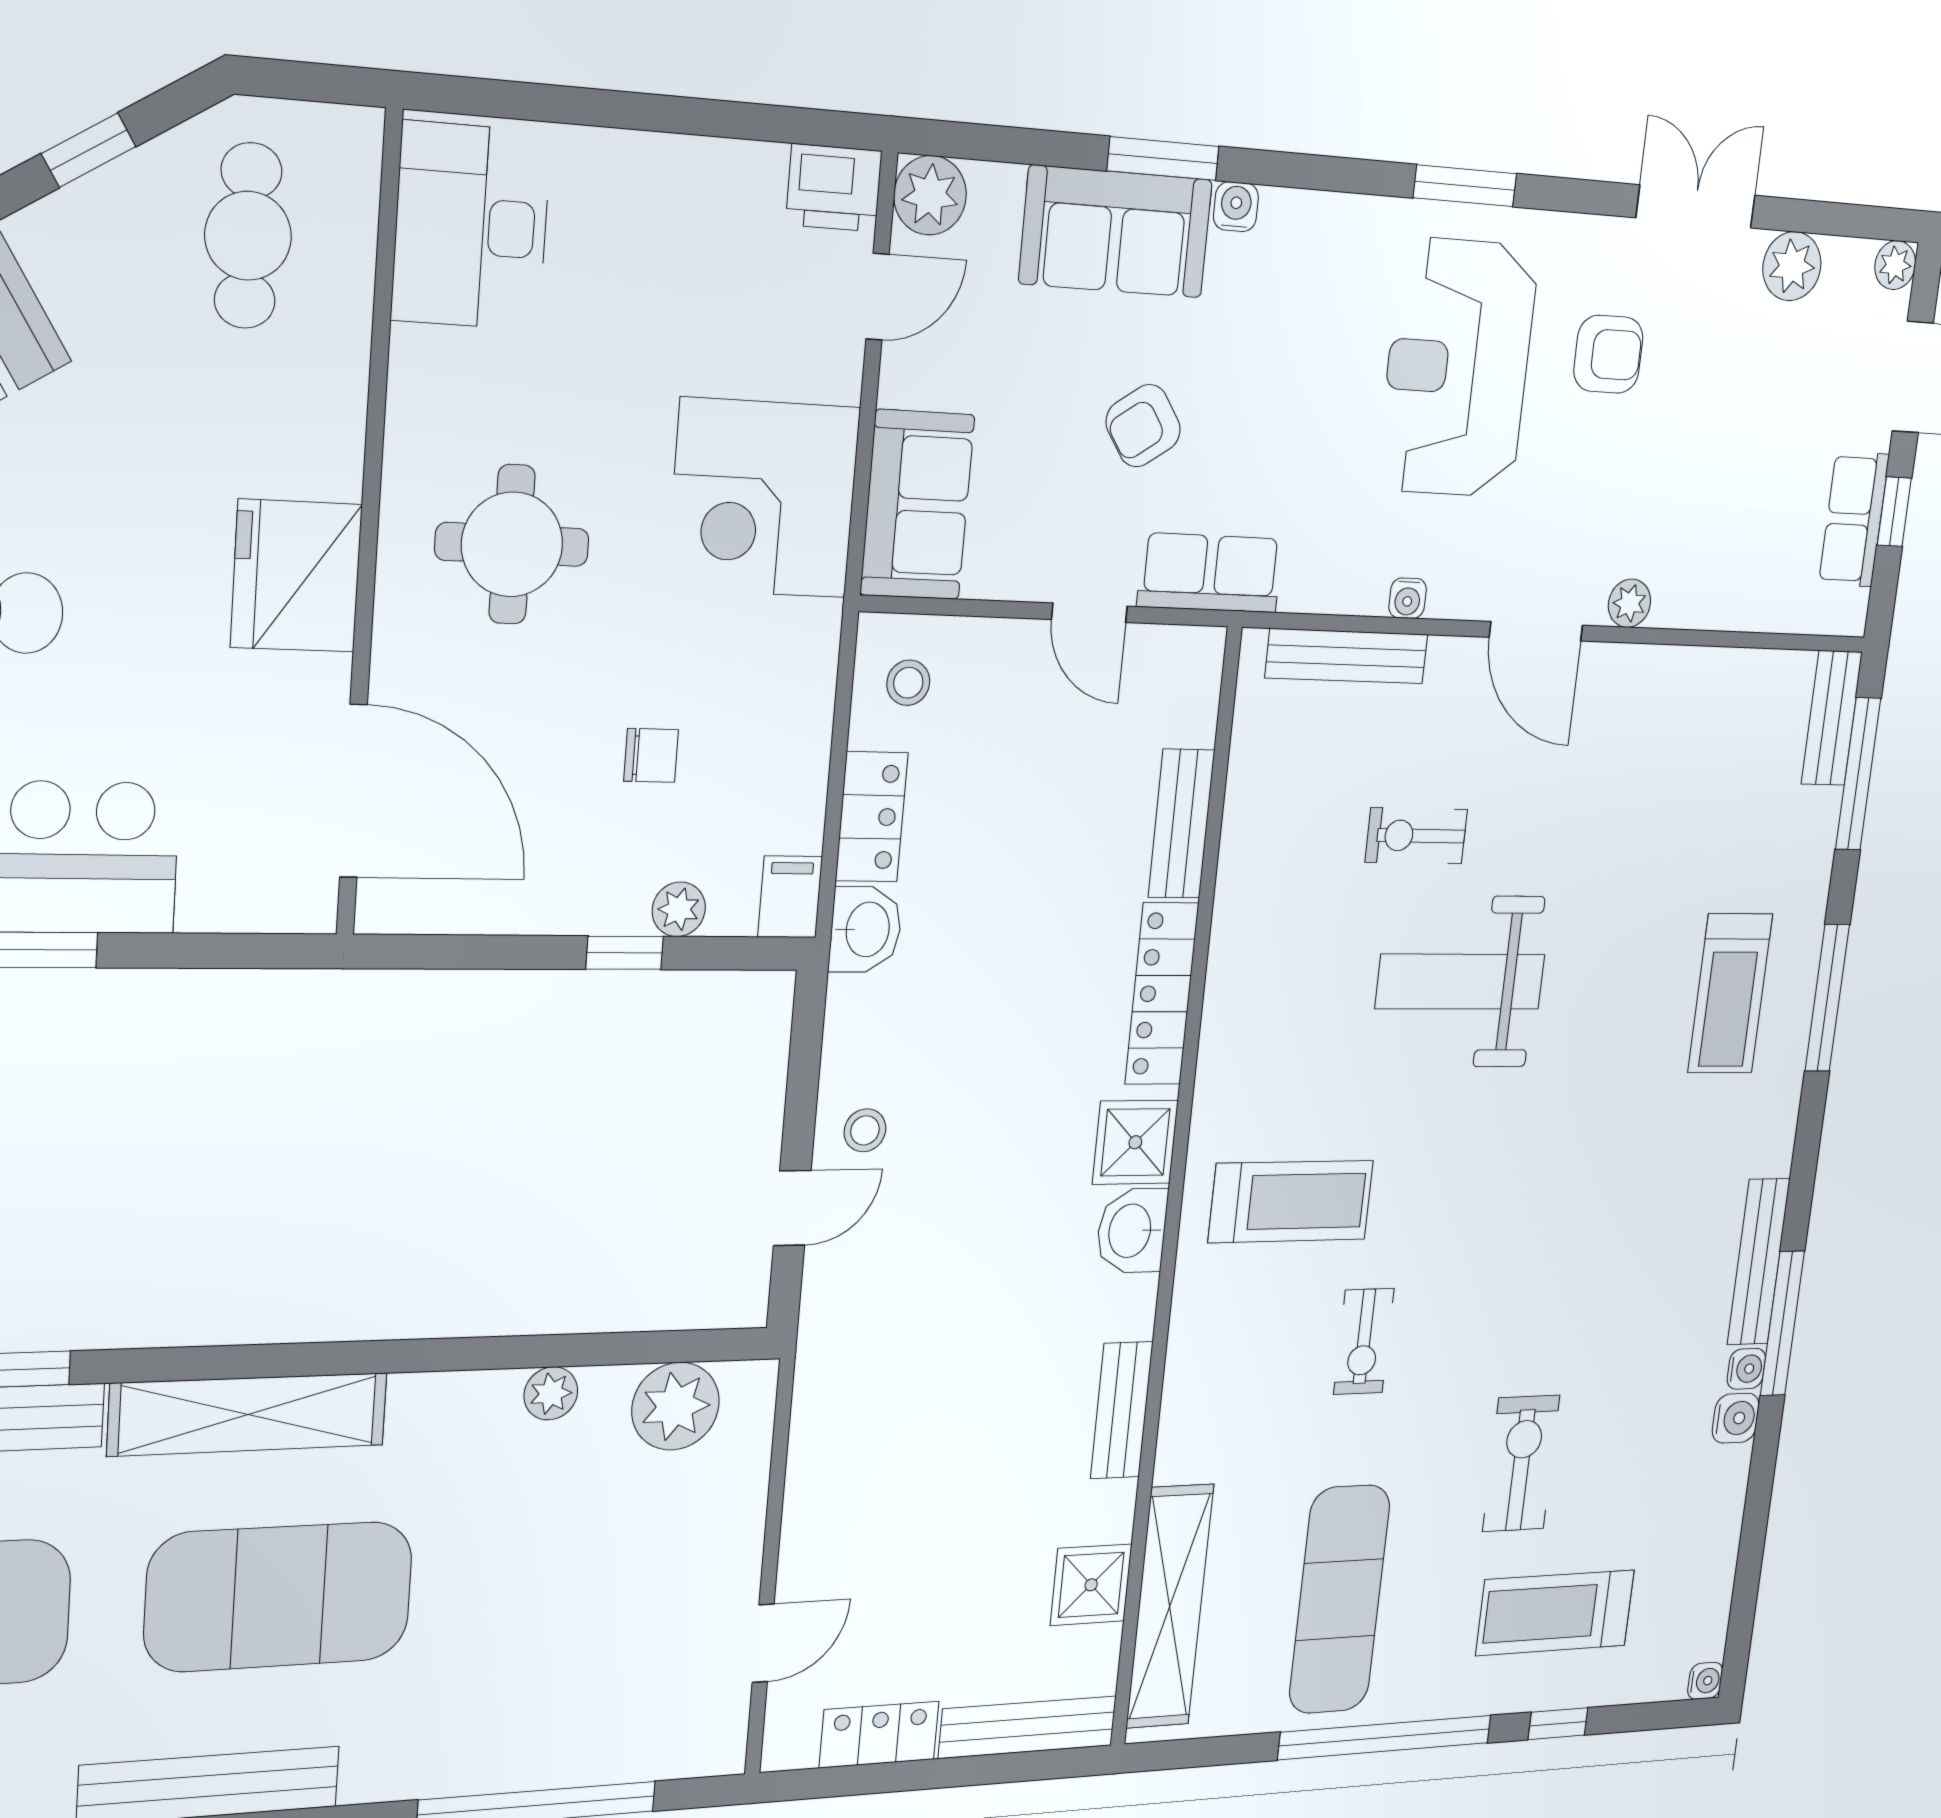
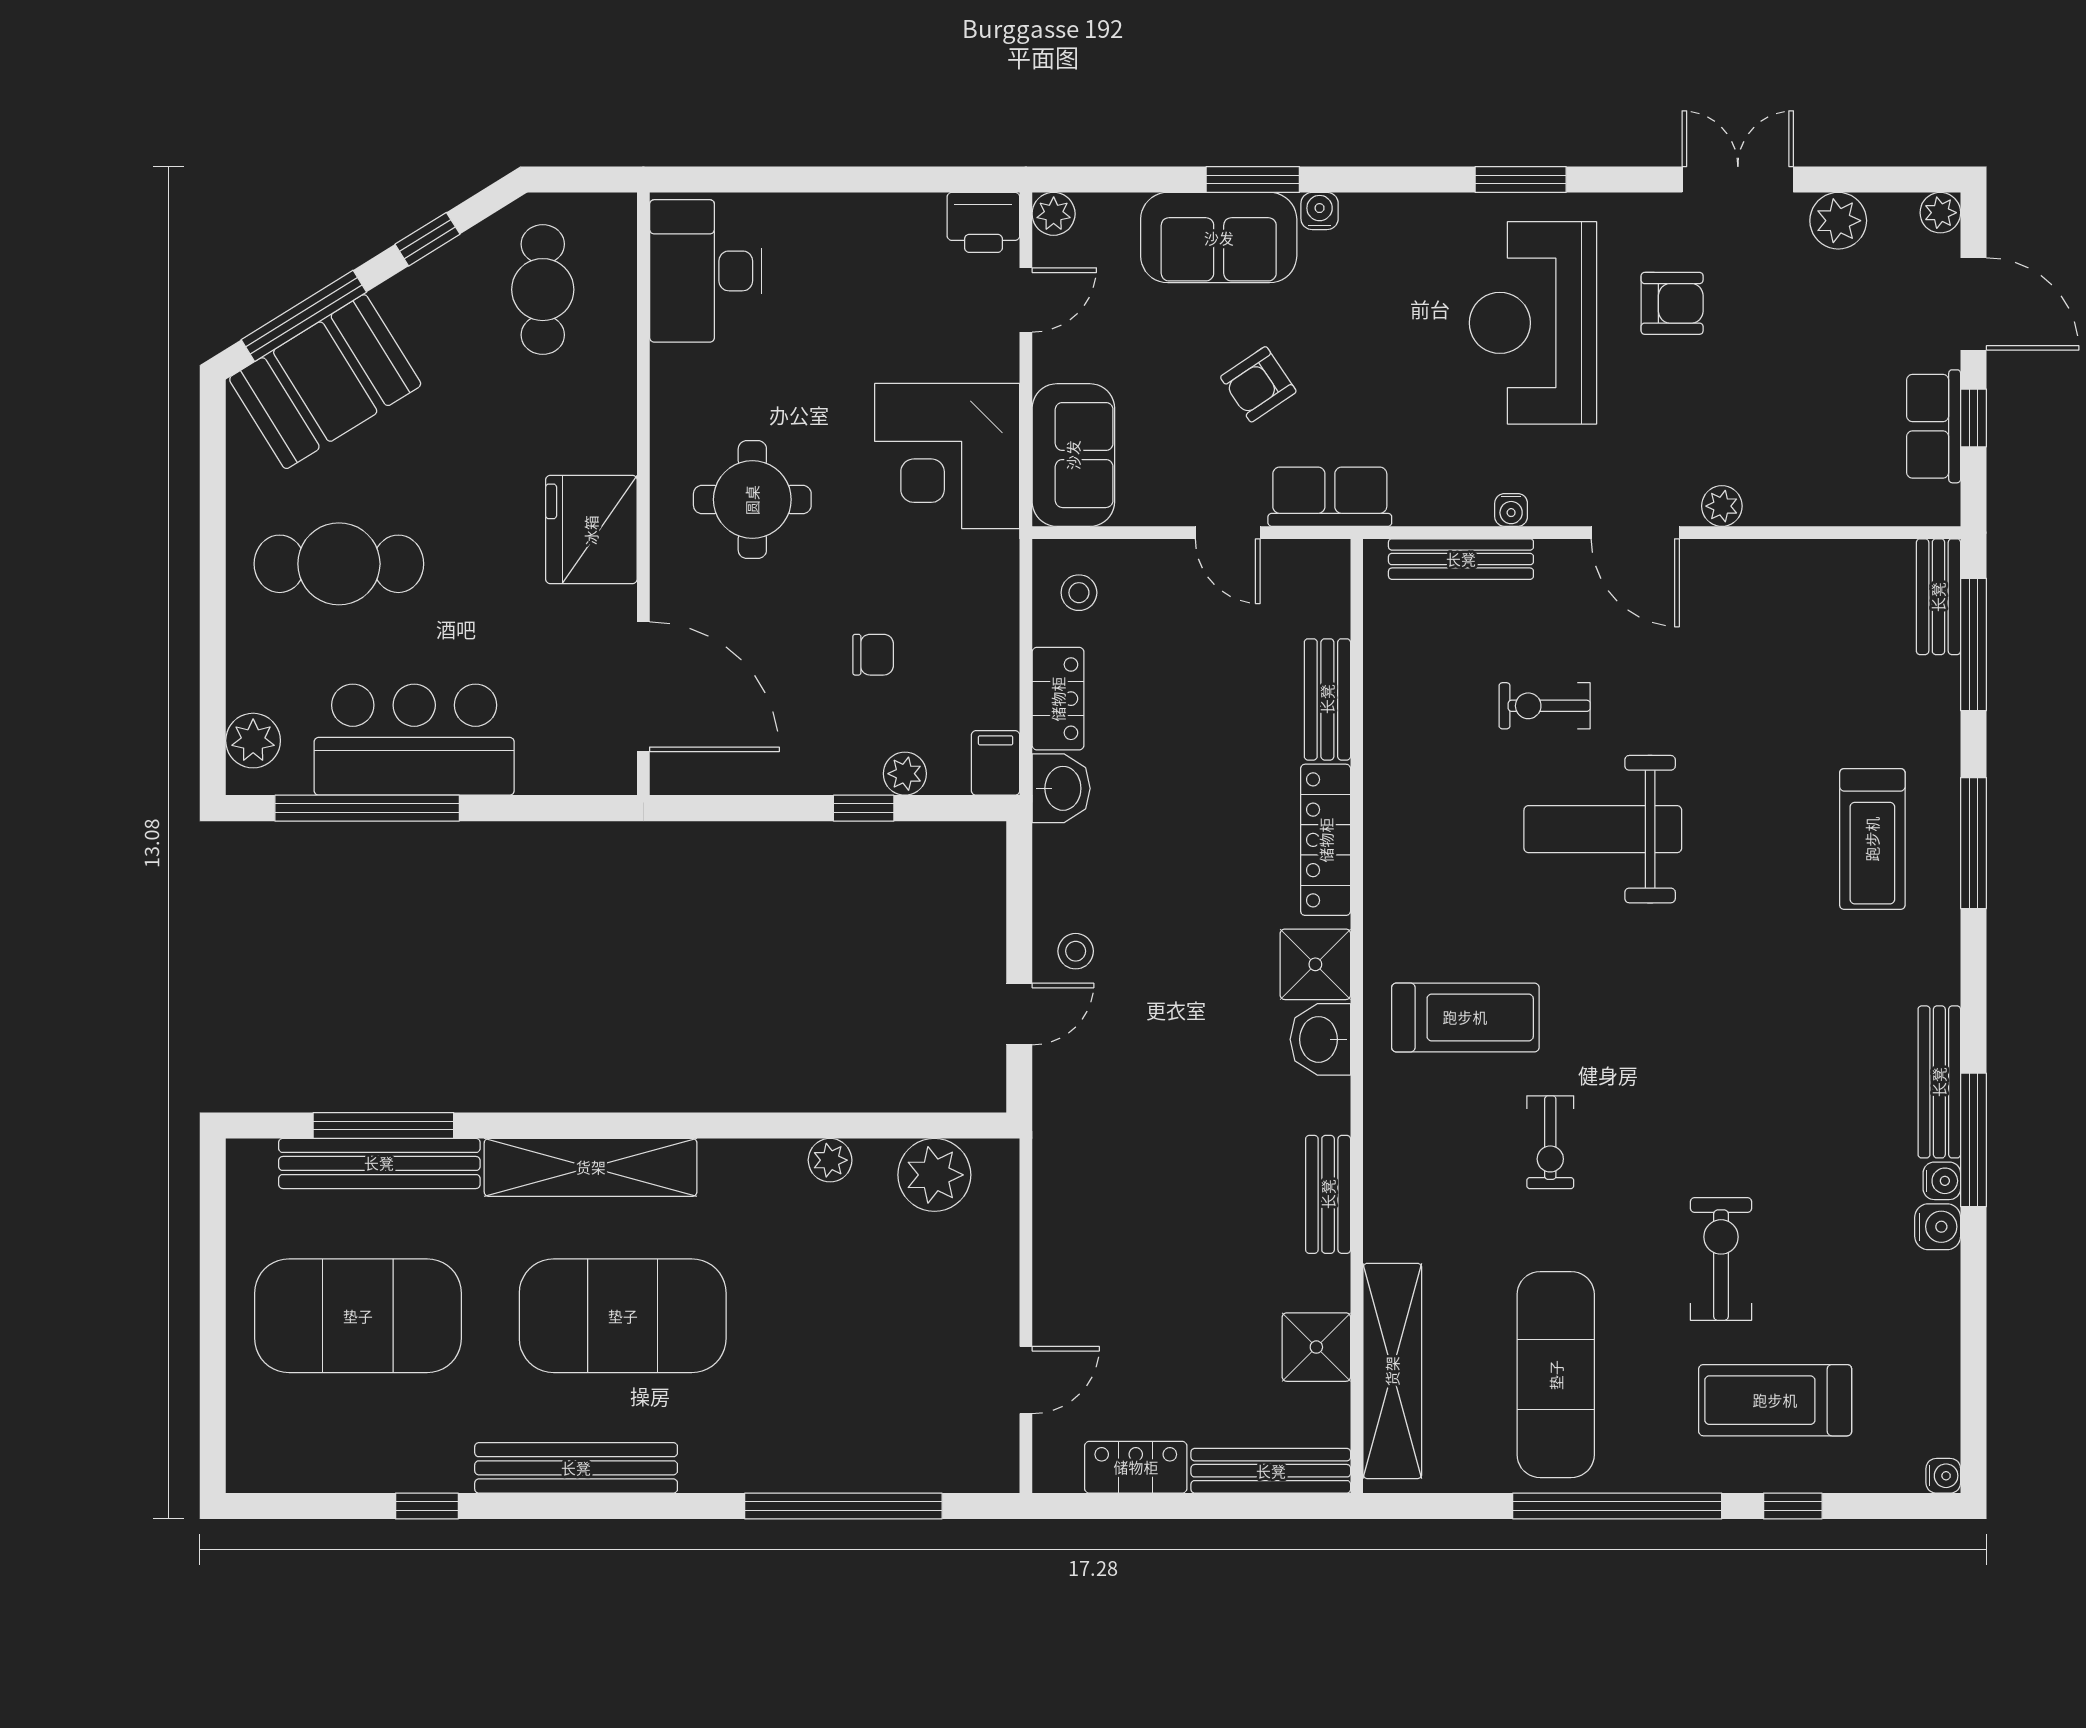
plant: (930, 195) -> (1054, 214), width x0.73, depth x0.73

